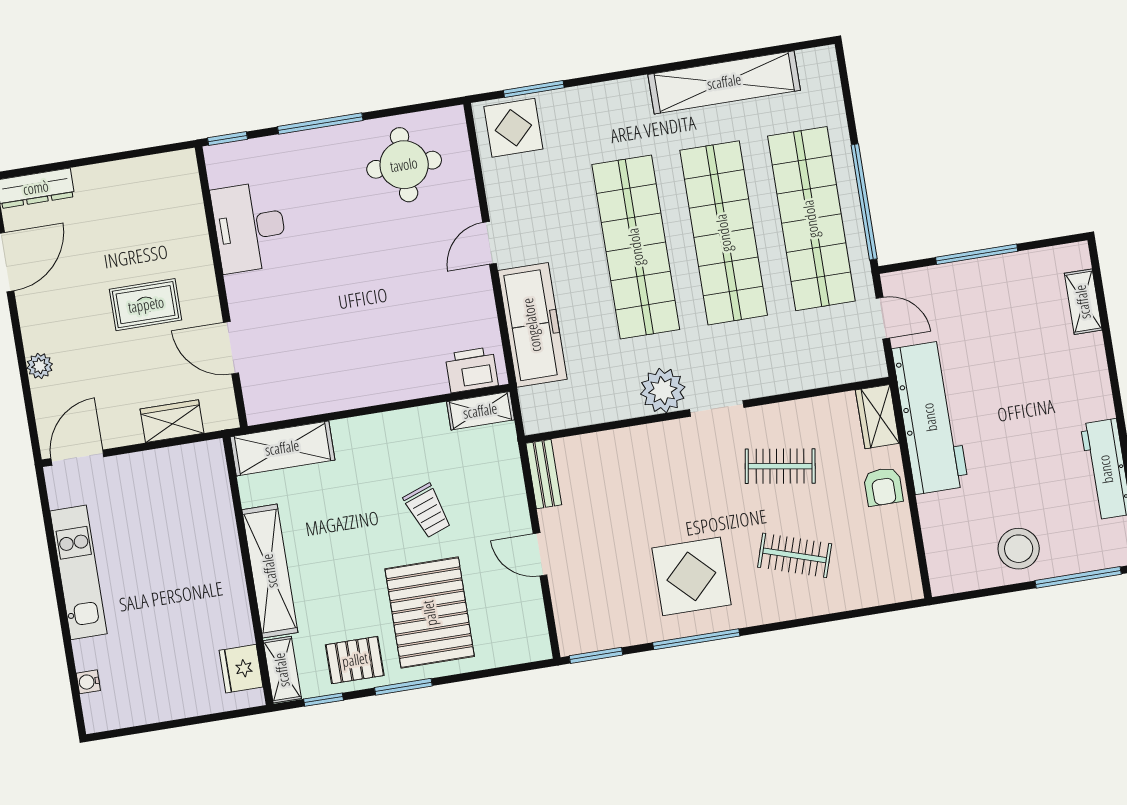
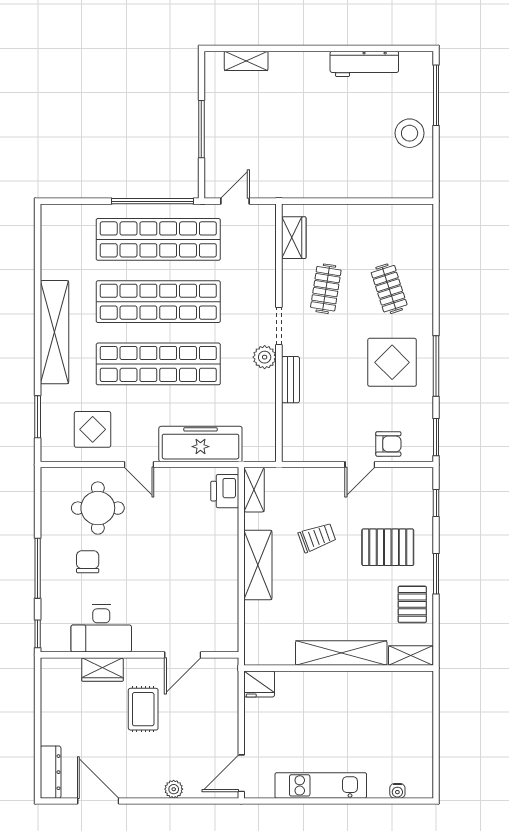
shelving: (724, 82) -> (54, 332), moved
display table: (513, 128) -> (93, 429), moved
round table: (404, 165) -> (98, 508), moved
chair: (341, 193) -> (88, 562), added
plant: (663, 390) -> (265, 357), width x0.73, depth x0.73
wardrobe: (877, 417) -> (294, 238), moved, turned -90
workbench: (930, 417) -> (309, 180), removed
wardrobe: (172, 421) -> (102, 669), moved, turned -90
shelving: (282, 448) -> (258, 565), moved
door: (77, 458) -> (241, 773), hinge flipped
bench: (544, 474) -> (290, 380), moved, turned 90
armchair: (883, 487) -> (388, 444), moved
clothes rail: (795, 555) -> (389, 289), turned -36
pallet: (430, 613) -> (388, 547), width x0.73, depth x0.71
fridge: (241, 669) -> (259, 684), moved
window: (323, 700) -> (436, 503), moved

